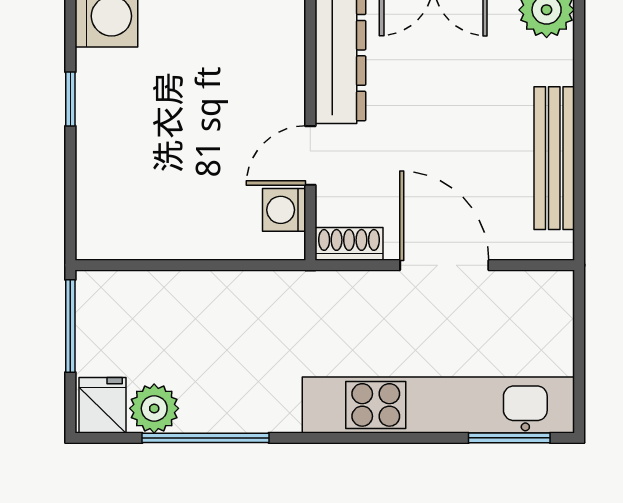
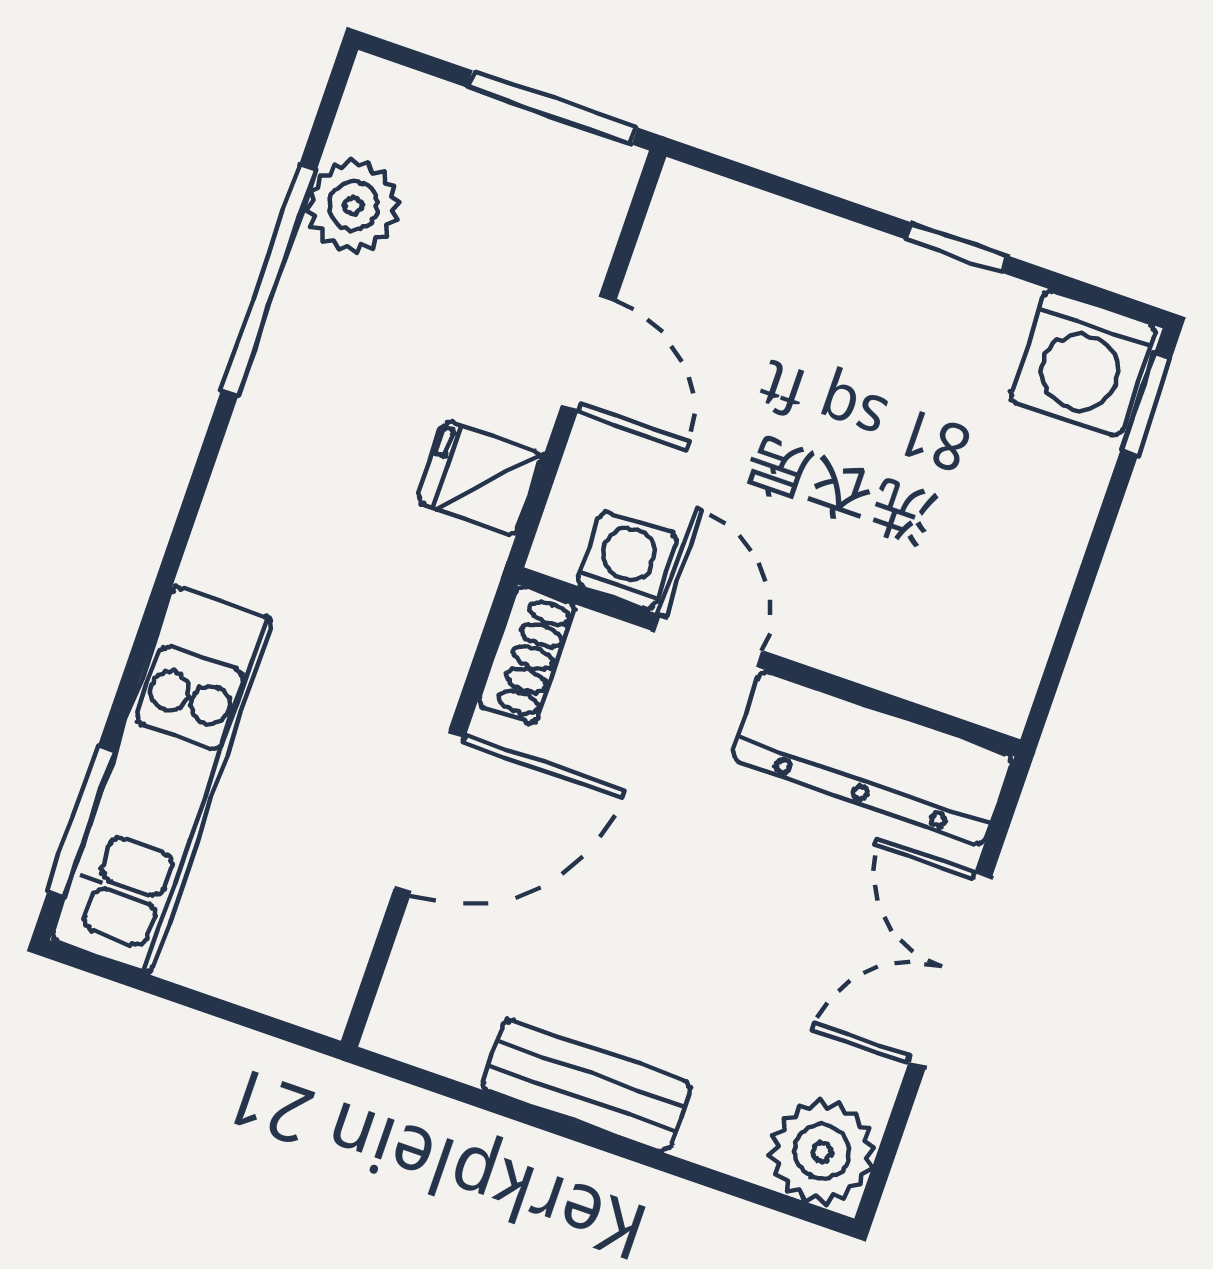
bench: (554, 158) -> (587, 1086), width x0.73
door: (188, 265) -> (588, 354), added
fridge: (102, 405) -> (480, 478), moved, turned 180
kitchen unit: (438, 405) -> (162, 780), width x0.73

